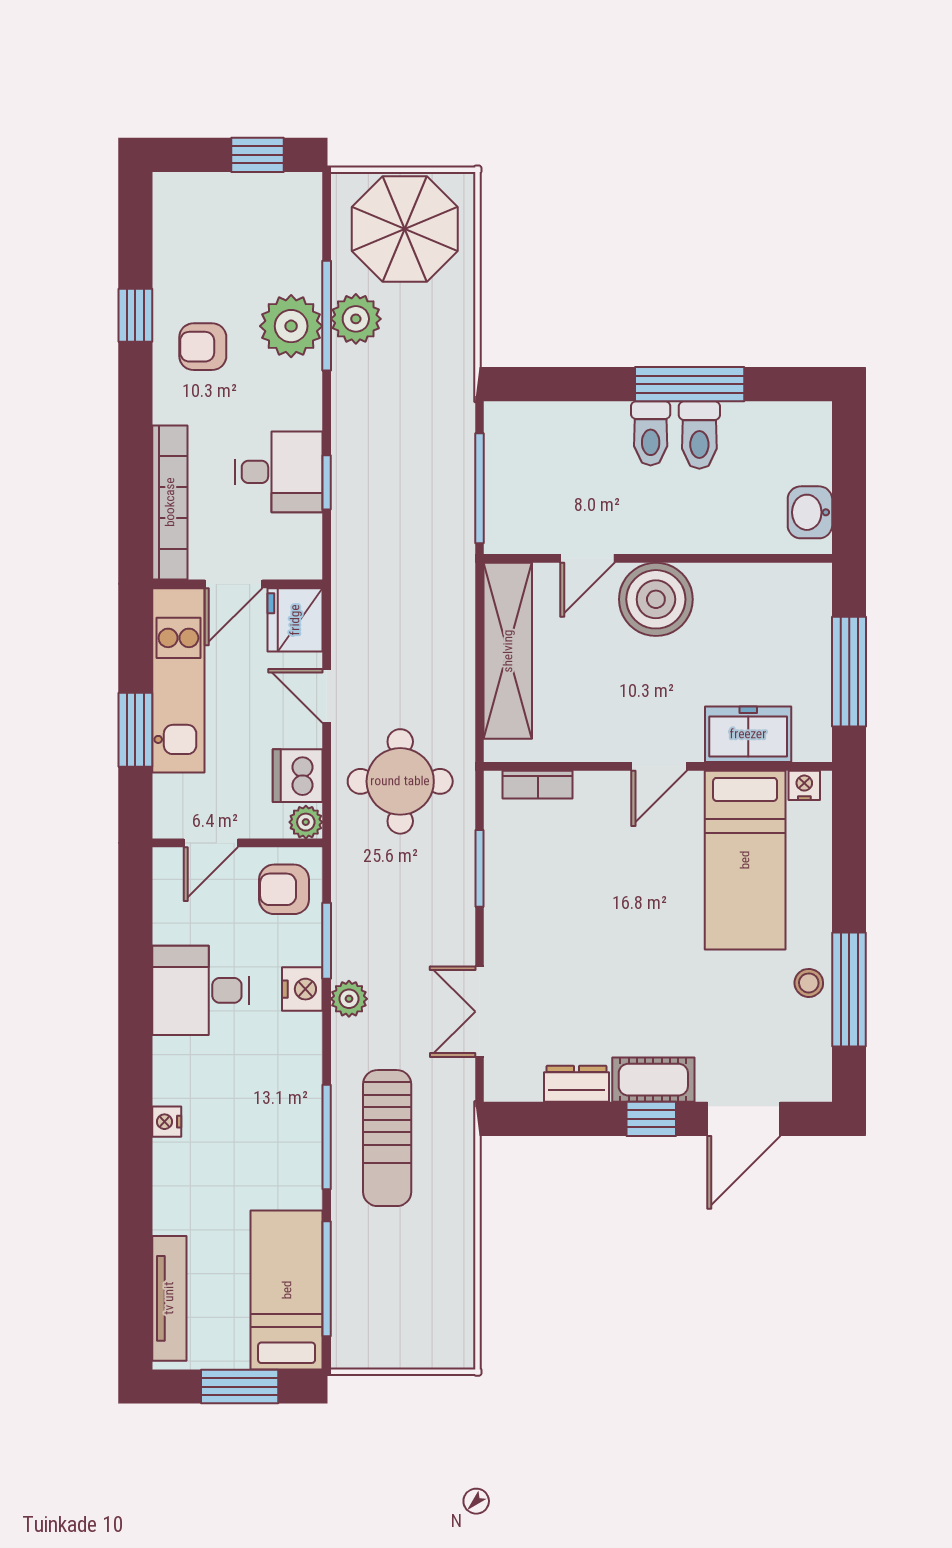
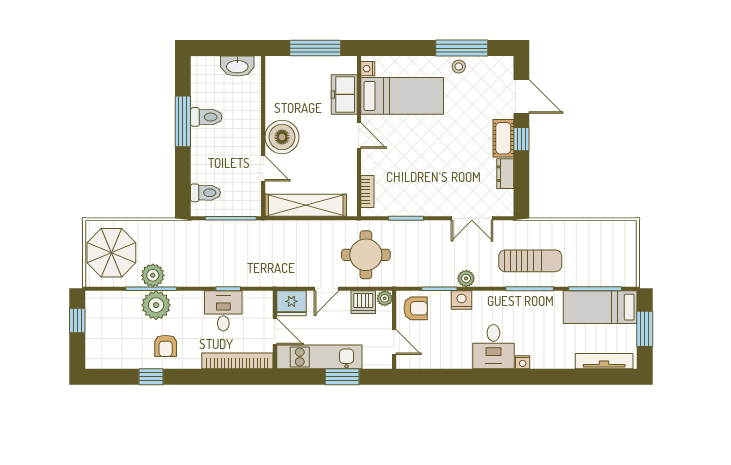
toilet: (651, 433) -> (206, 193), moved
washbasin: (810, 512) -> (237, 66), width x1.38
armchair: (284, 889) -> (416, 308), turned -90
desk: (201, 990) -> (493, 347), moved

